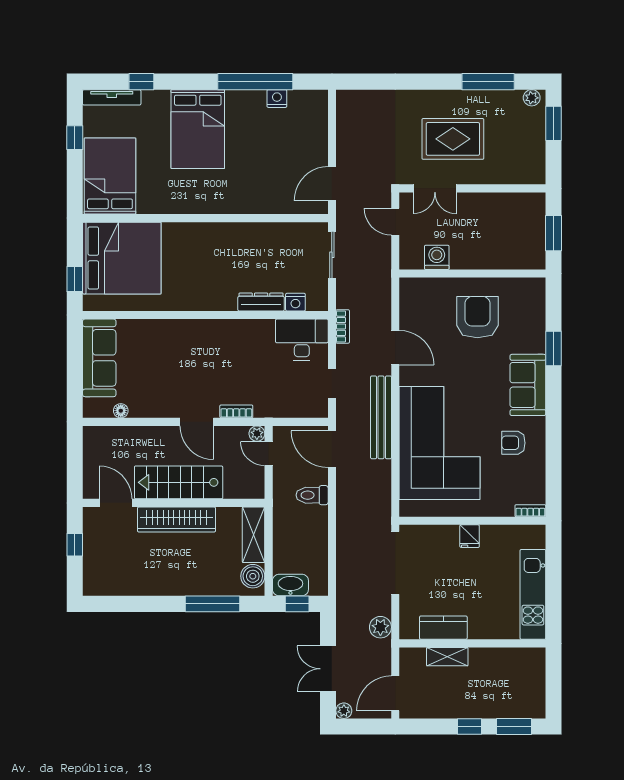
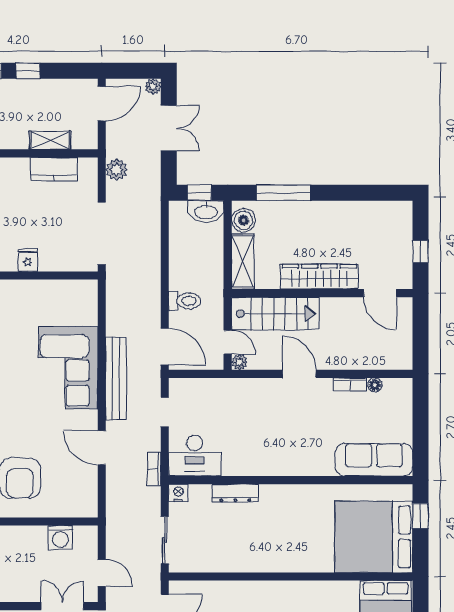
nightstand: (295, 302) -> (178, 493), moved
sofa: (99, 358) -> (374, 460), moved, turned 90
bookcase: (236, 411) -> (350, 384), moved
corner sofa: (440, 443) -> (68, 368), width x0.73, depth x0.74
stairs: (179, 482) -> (275, 314), moved

